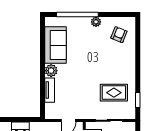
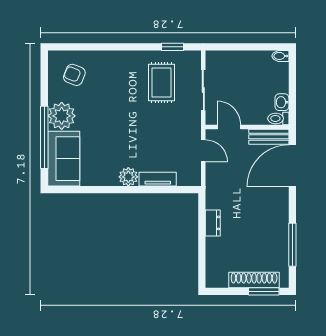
plant: (96, 22) -> (62, 116), width x1.88, depth x1.88
sofa: (55, 45) -> (64, 159), moved, turned 90

